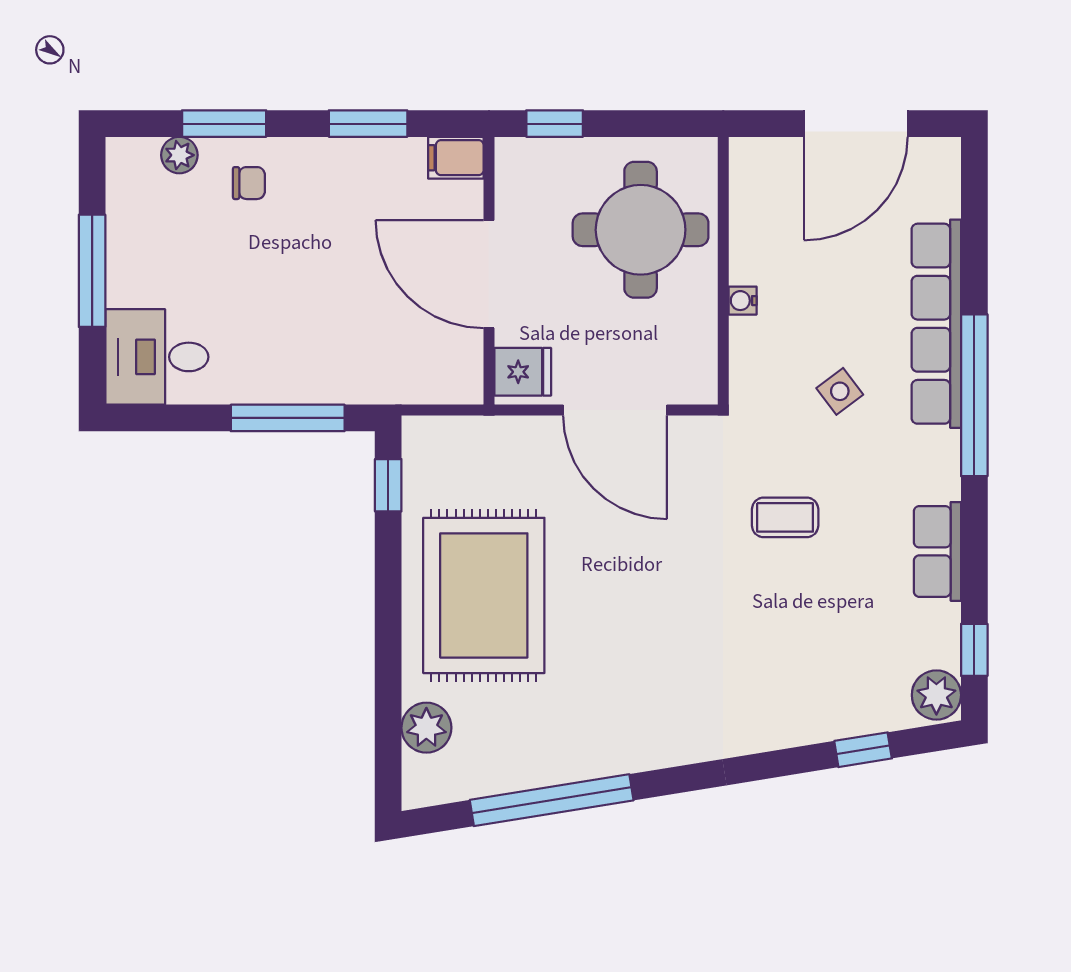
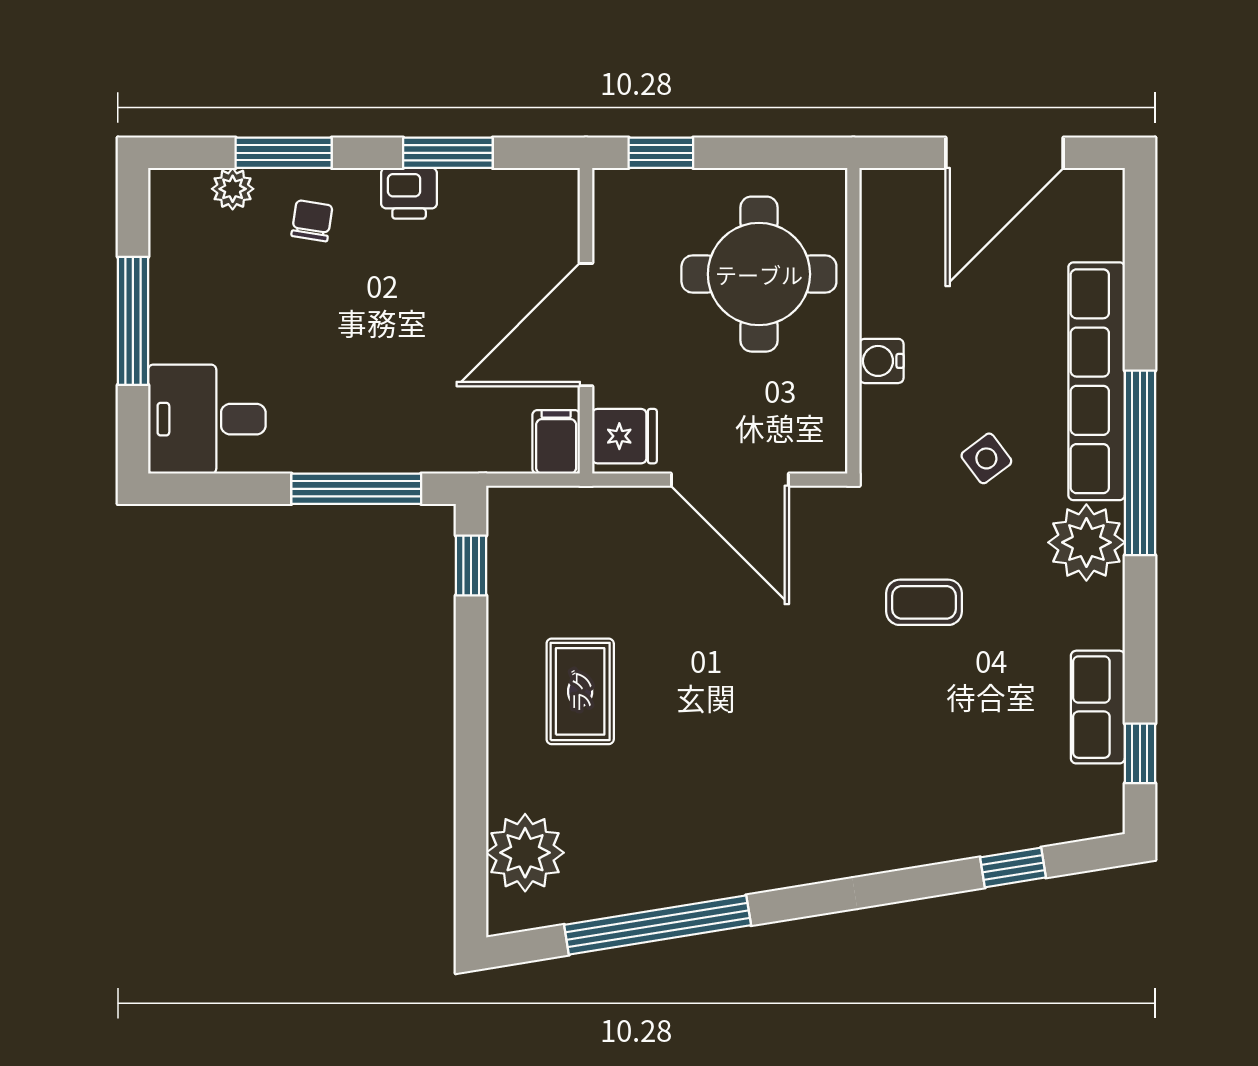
filing cabinet: (456, 158) -> (556, 442), moved, turned 90
printer: (334, 159) -> (409, 193), added
chair: (249, 183) -> (312, 221), turned -81
door: (489, 274) -> (586, 325), hinge flipped
water cooler: (743, 301) -> (881, 361), width x1.38, depth x1.38
row of seats: (937, 551) -> (1098, 707), moved
rug: (484, 595) -> (580, 691), width x0.54, depth x0.49
plant: (936, 695) -> (1086, 542), moved, width x1.36, depth x1.36
plant: (426, 728) -> (525, 853), width x1.36, depth x1.36

